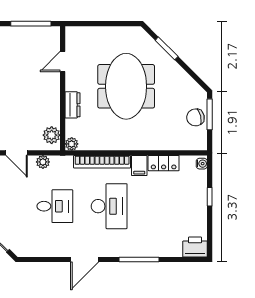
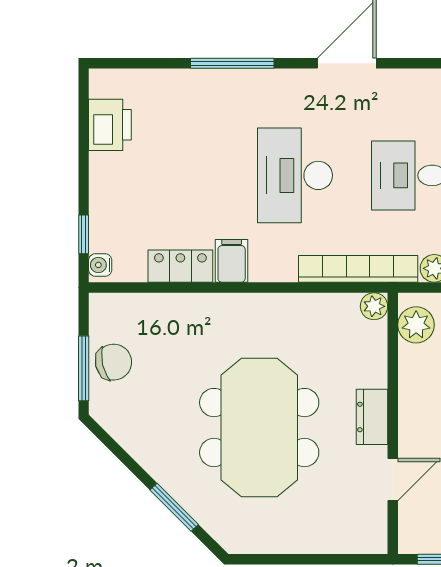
dresser: (72, 105) -> (372, 417), moved
bookcase: (102, 162) -> (358, 269), moved
window: (210, 197) -> (84, 234), moved
printer: (195, 247) -> (110, 125), moved, turned -90

